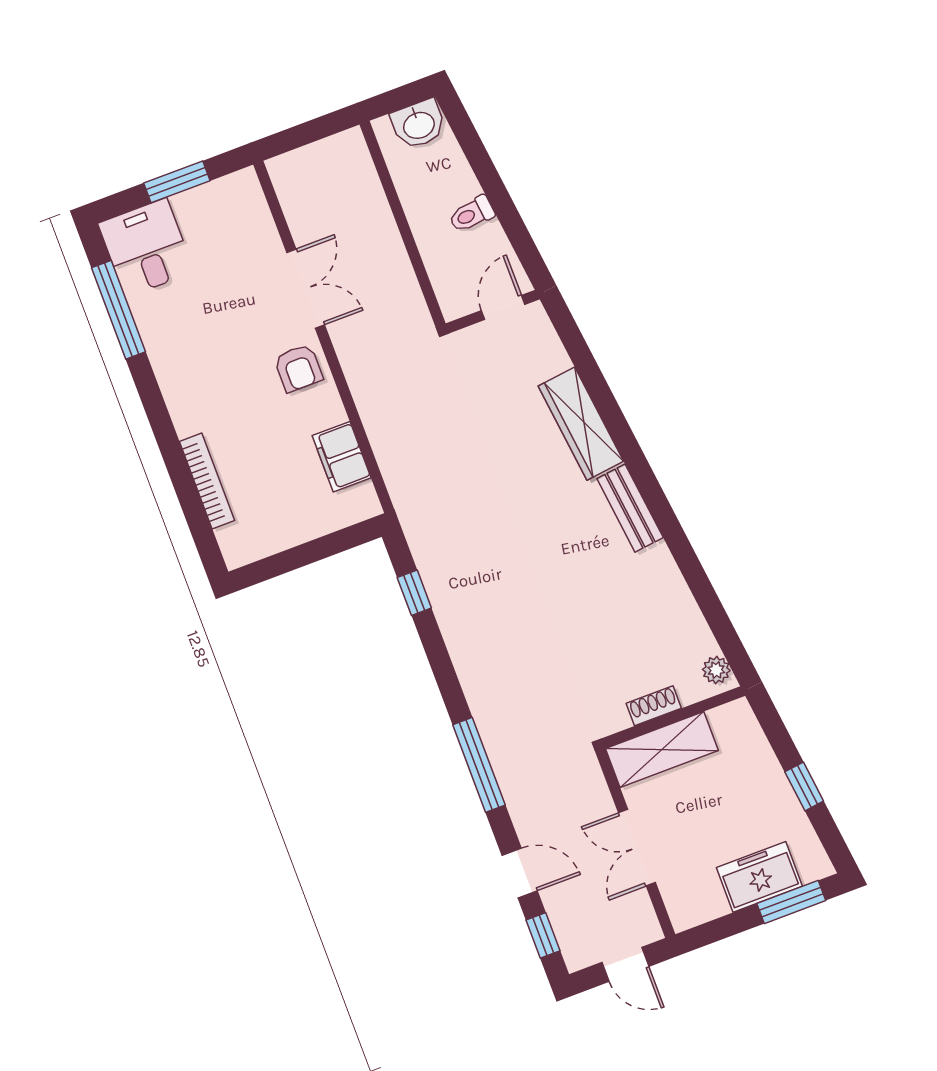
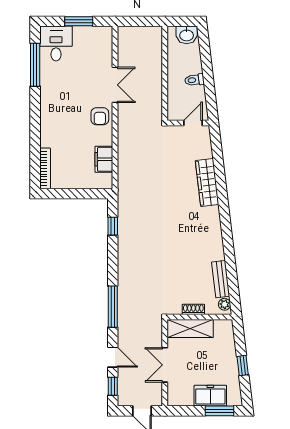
bookcase: (207, 481) -> (45, 168), moved
bench: (630, 508) -> (221, 279), moved

